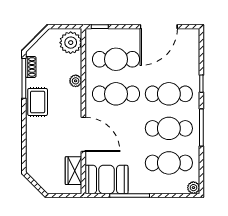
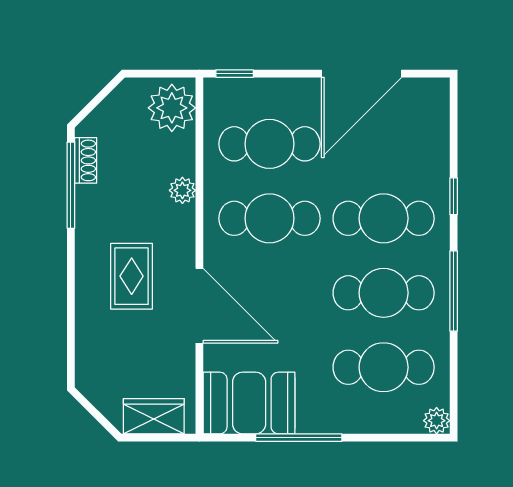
rug: (38, 102) -> (132, 276), moved
wardrobe: (74, 171) -> (154, 416), moved, turned 90

